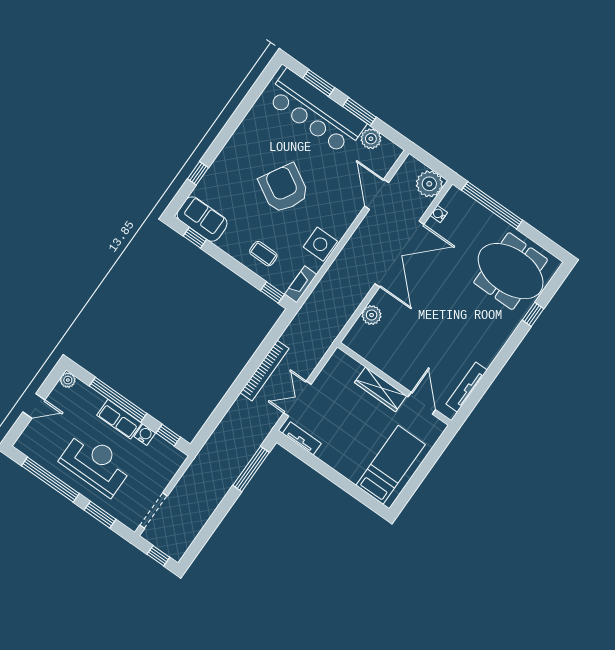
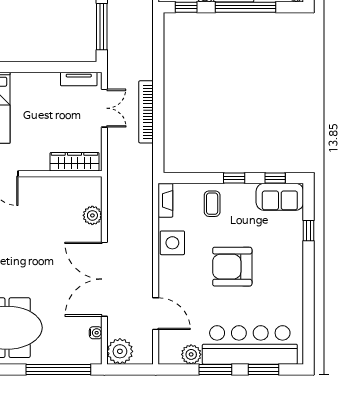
armchair: (284, 188) -> (232, 267), turned 150
coffee table: (263, 254) -> (212, 204), turned 90
window: (272, 292) -> (234, 178), moved
wardrobe: (381, 389) -> (75, 162), moved

